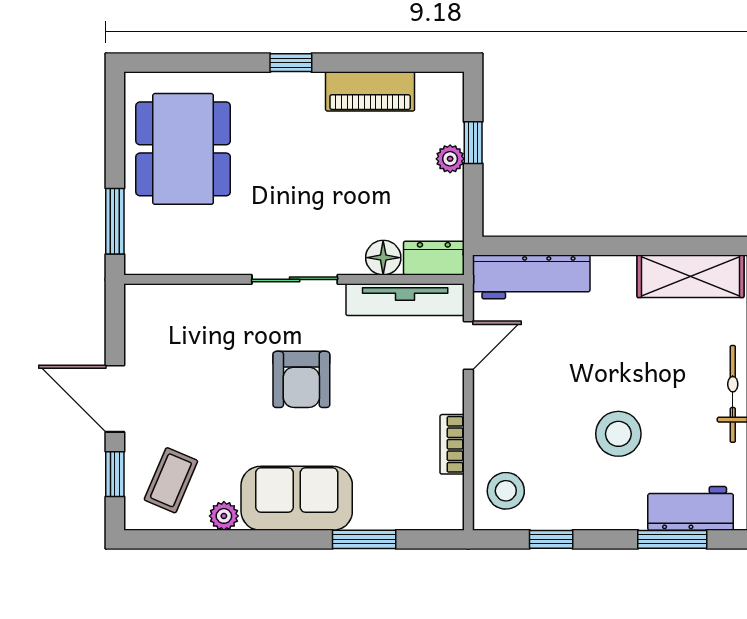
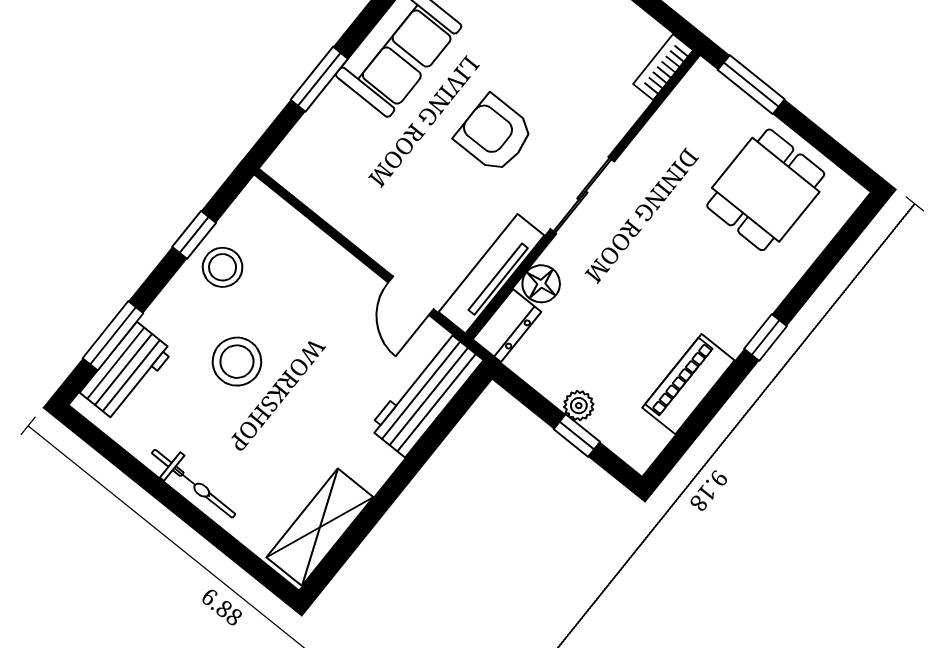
dining table: (183, 149) -> (766, 190), width x0.73
bookcase: (452, 444) -> (663, 67), moved, turned -90
stool: (506, 491) -> (223, 267), moved

